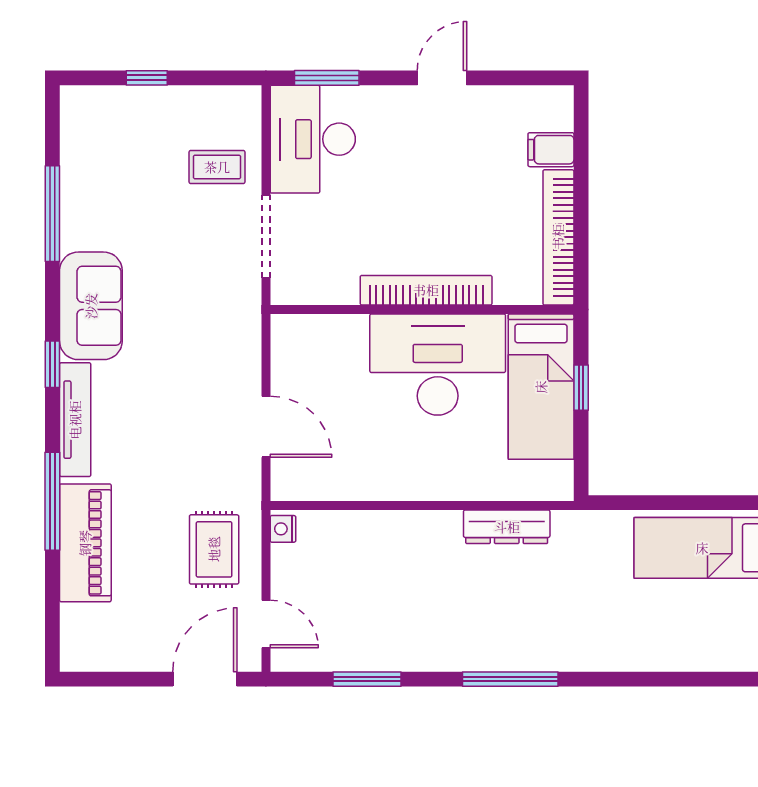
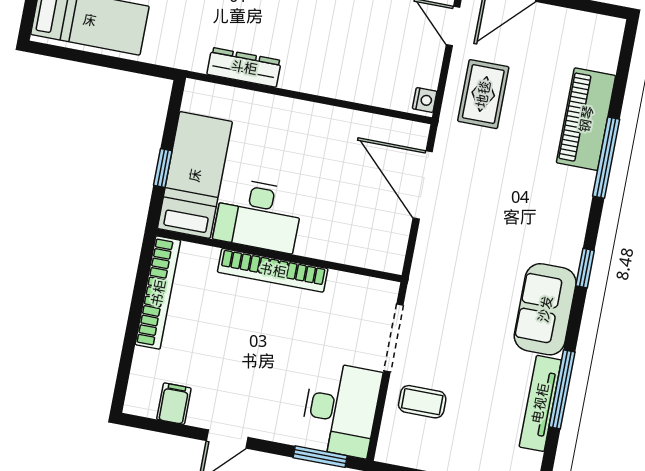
filing cabinet: (551, 150) -> (174, 404), moved, turned -90
desk: (438, 365) -> (258, 215), width x0.73, depth x0.77
tv unit: (75, 420) -> (540, 403), moved
door: (266, 427) -> (423, 185), width x1.36

